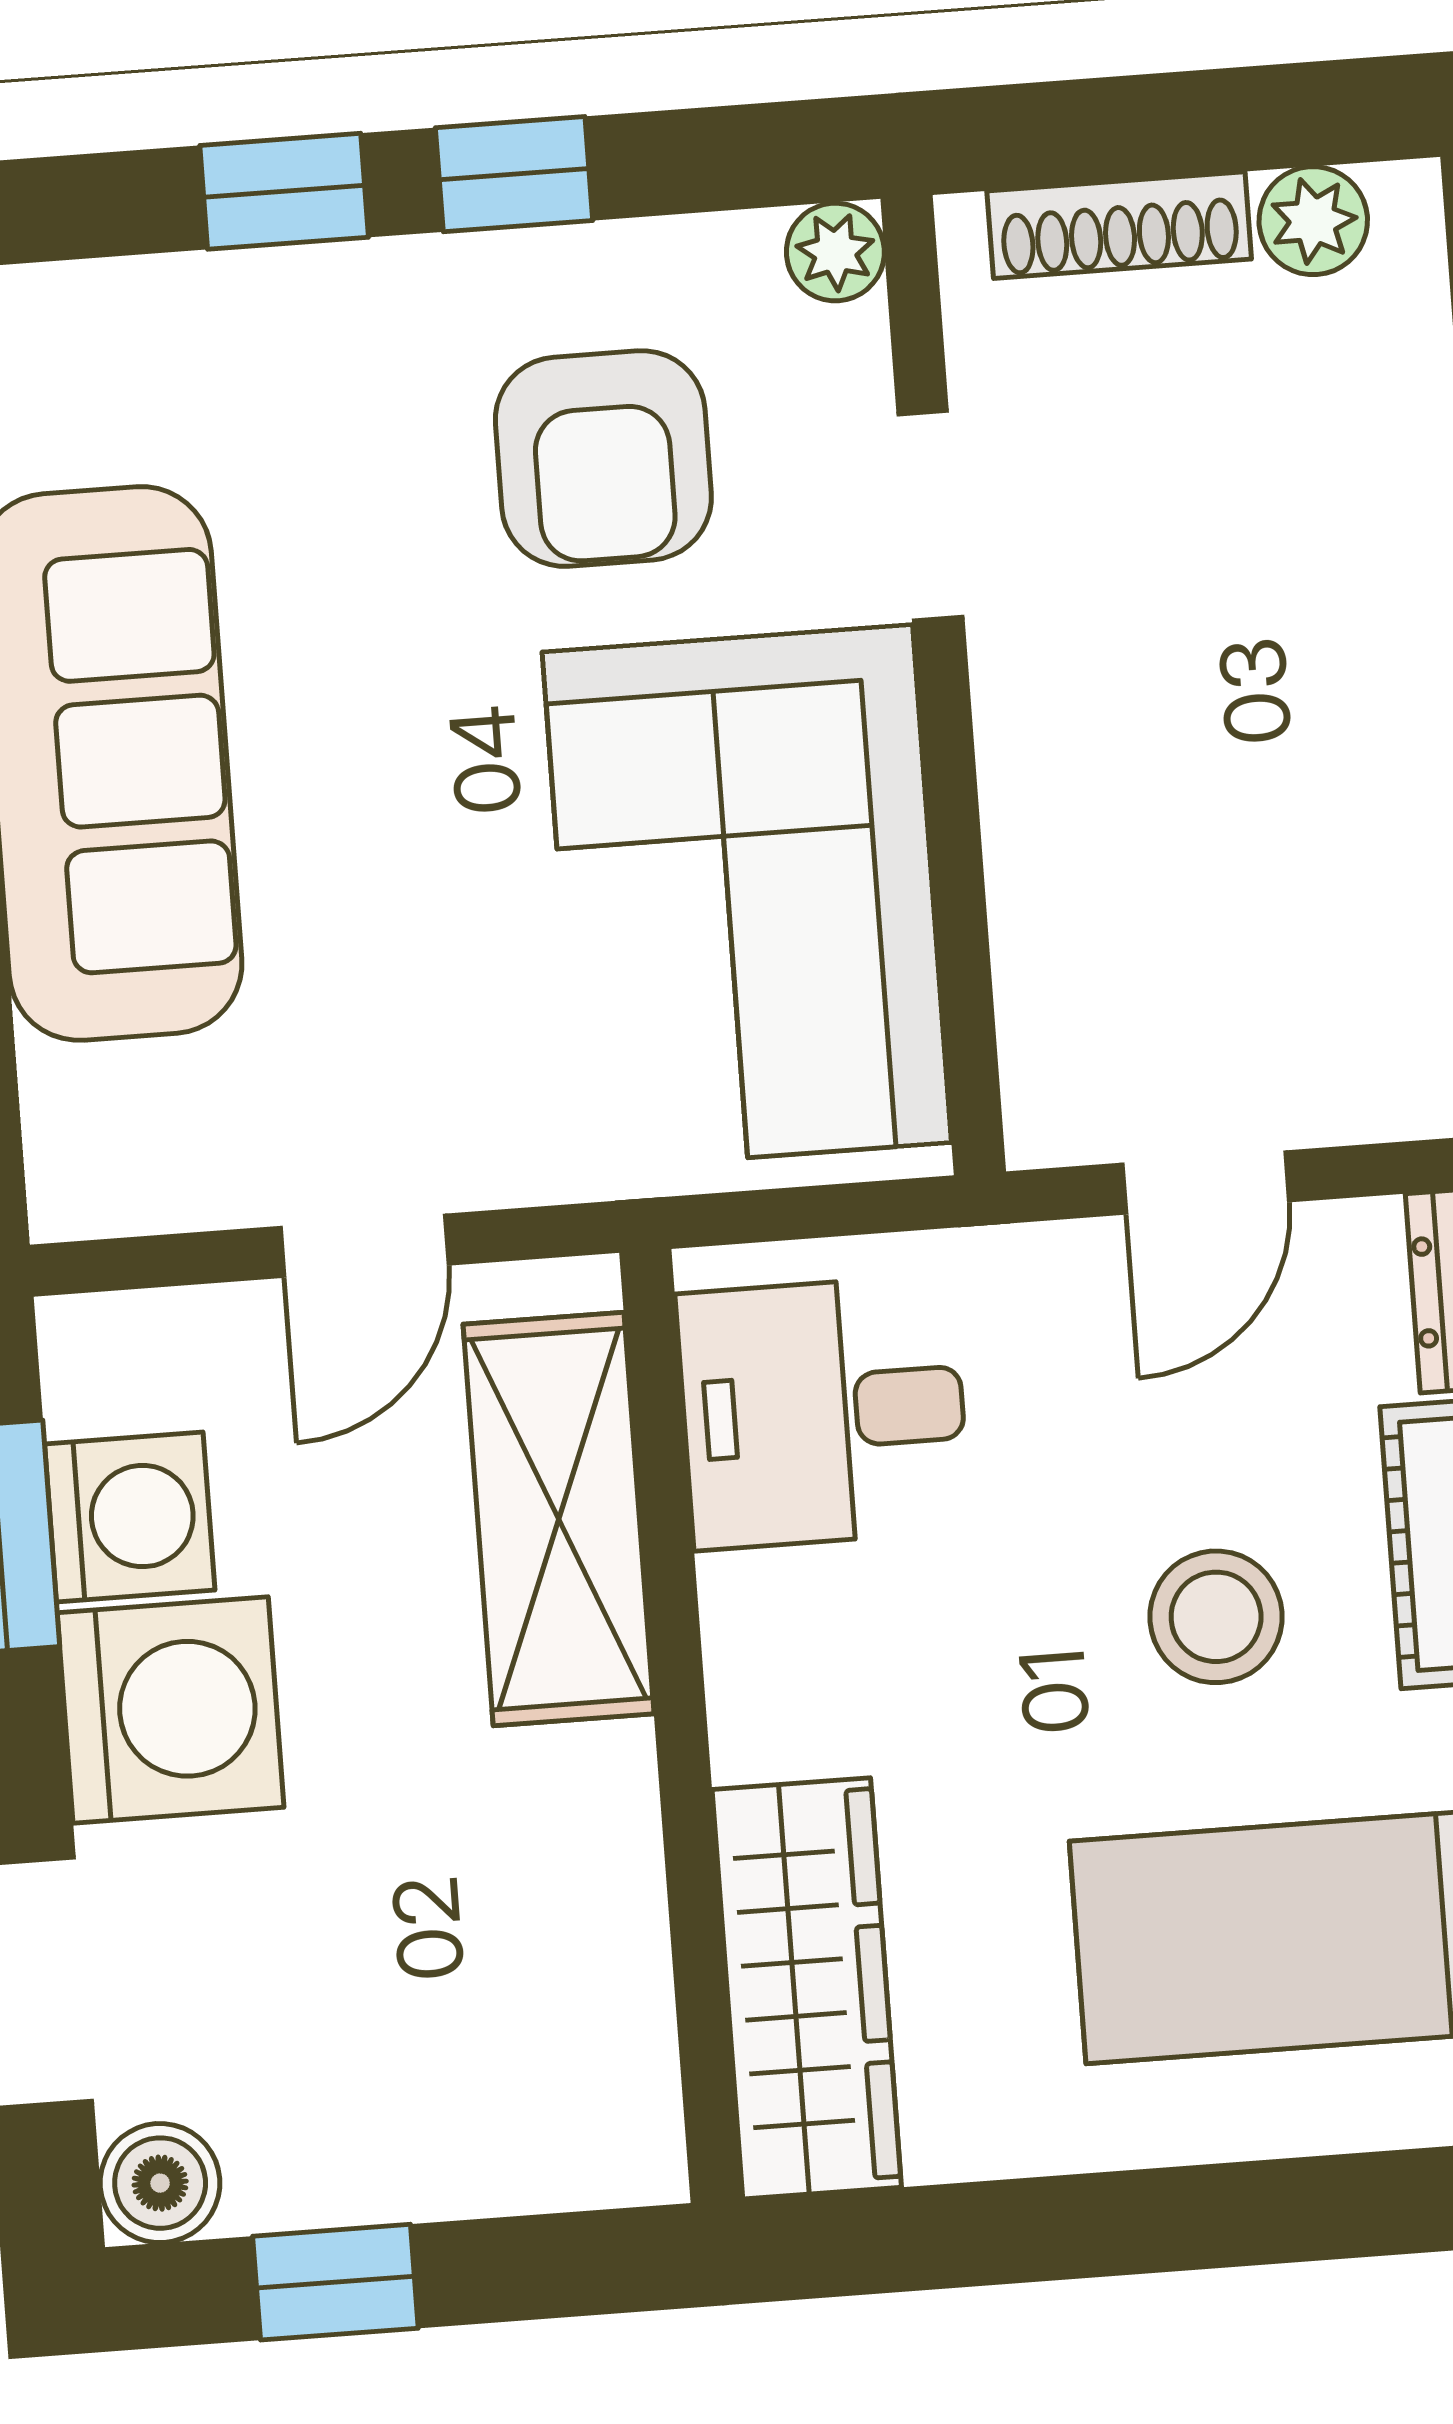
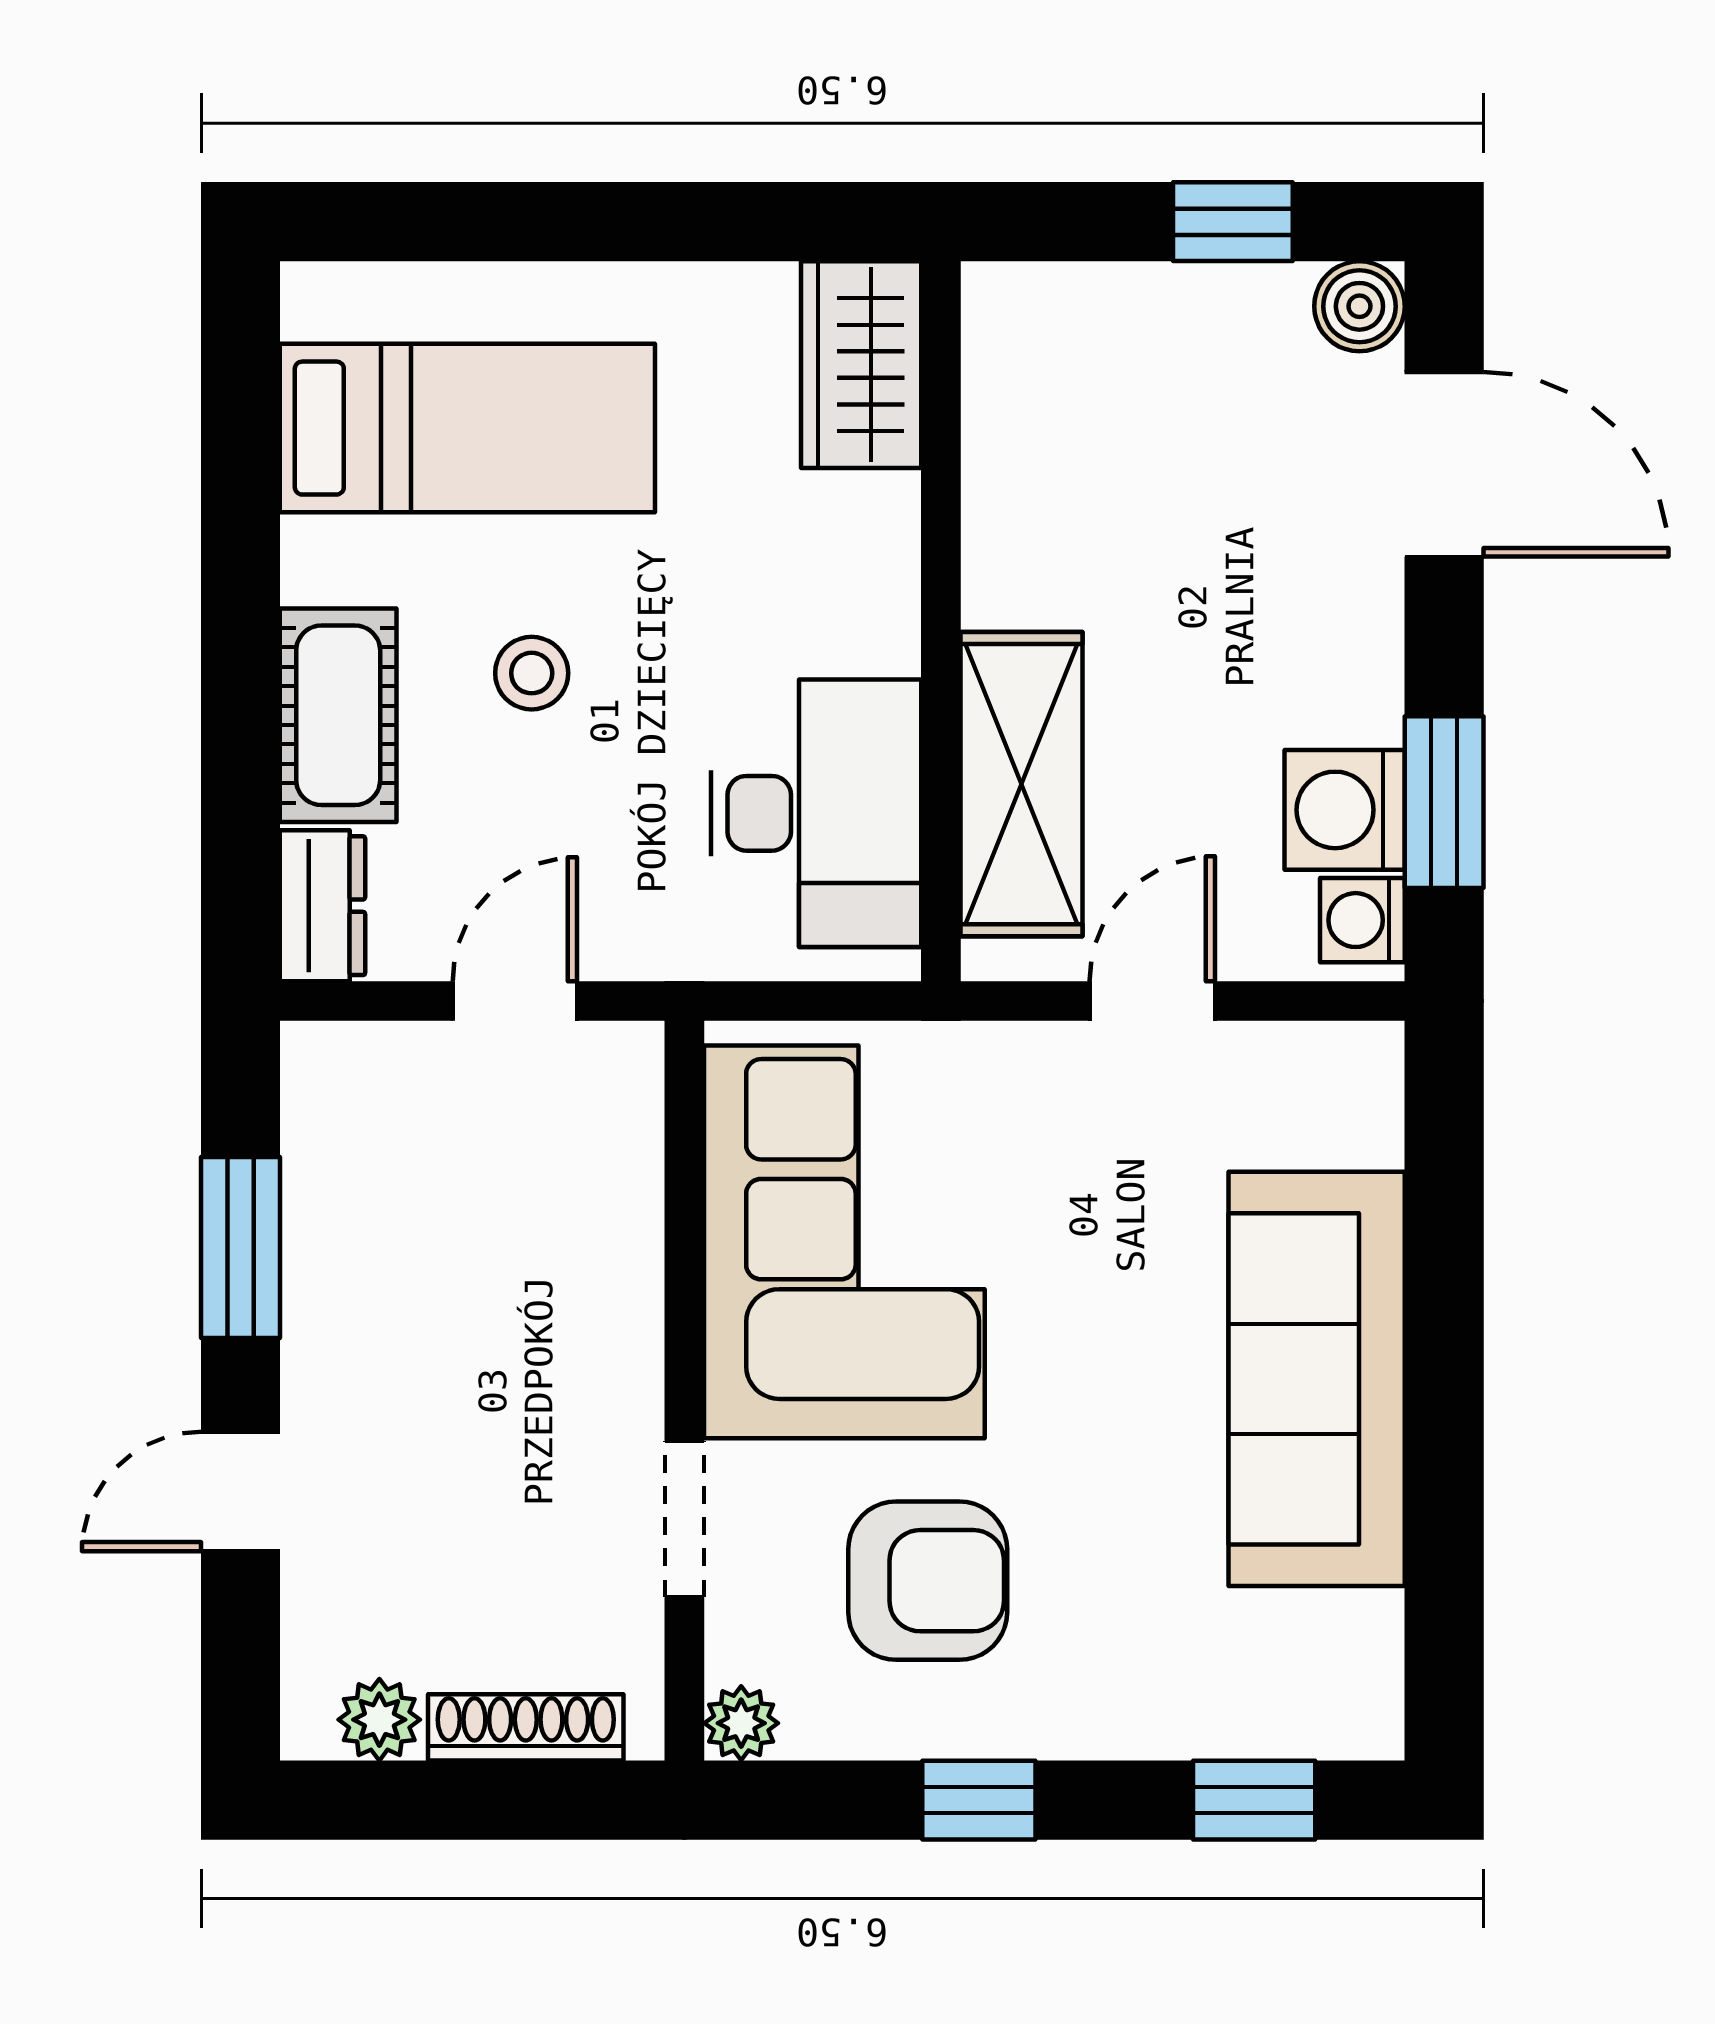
window: (284, 191) -> (1254, 1800), moved
armchair: (603, 459) -> (928, 1581), turned 90
desk: (823, 1412) -> (816, 813), width x1.37
stool: (1216, 1617) -> (532, 673), width x0.73, depth x0.73
washing machine: (171, 1710) -> (1362, 920), moved, width x0.53, depth x0.53
wardrobe: (807, 1988) -> (861, 365), width x0.67

